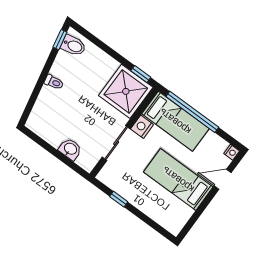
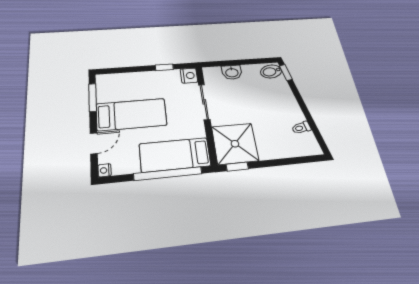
window: (60, 40) -> (286, 73), moved
bidet: (73, 46) -> (271, 71), moved
toilet: (54, 82) -> (301, 128), moved
nightstand: (142, 127) -> (189, 76), moved
window: (194, 218) -> (93, 98), added

